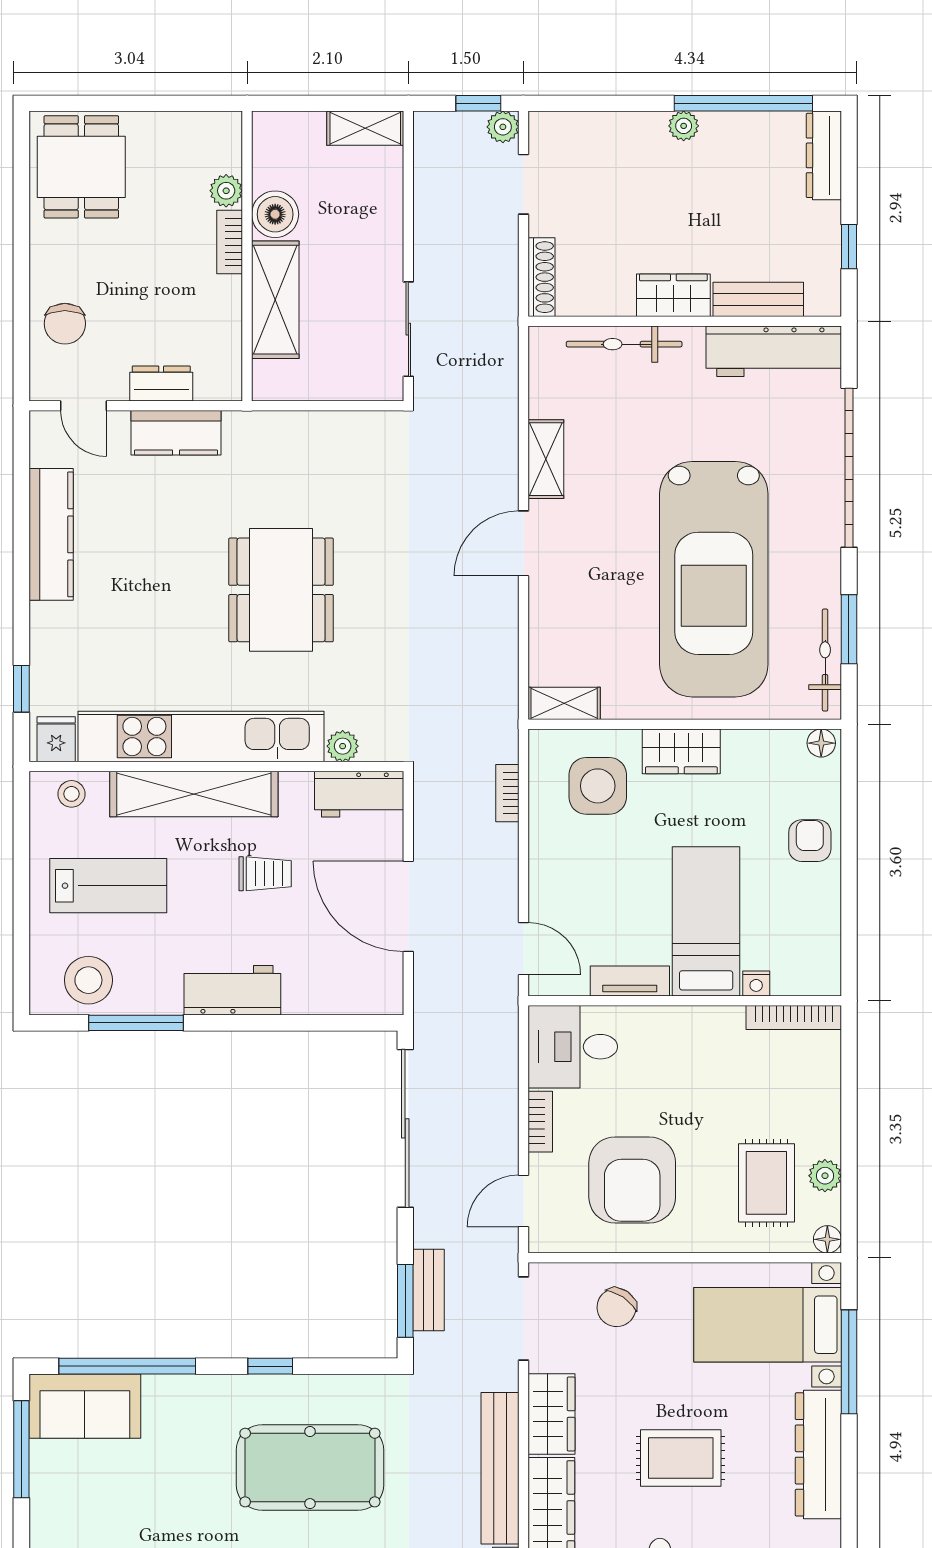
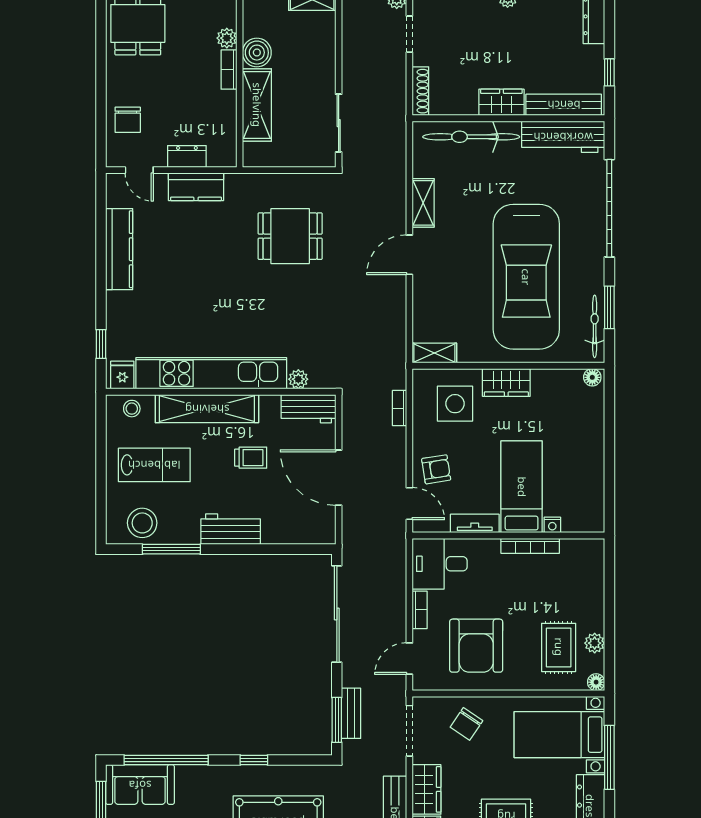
bench: (758, 299) -> (564, 105), width x1.36
bicycle: (624, 344) -> (471, 137), width x1.37, depth x1.40
dining table: (281, 590) -> (290, 236), moved, width x0.73
armchair: (810, 841) -> (436, 469), moved, turned 81
bookcase: (794, 1017) -> (530, 546), moved

